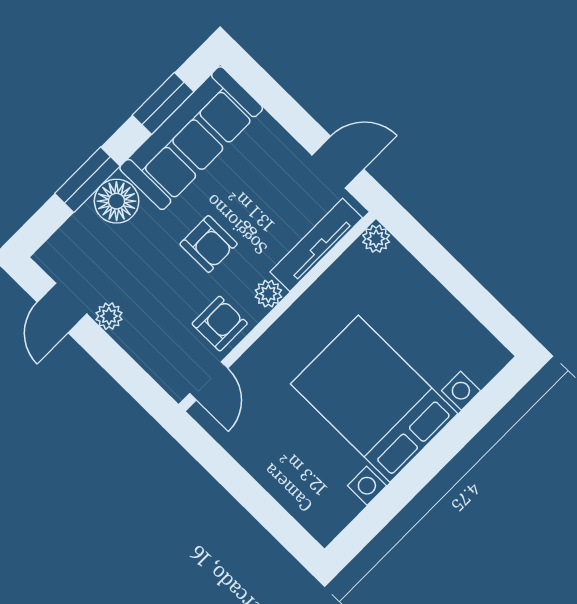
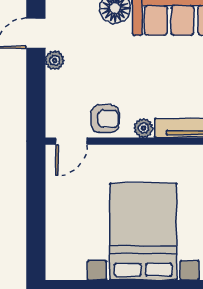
armchair: (209, 244) -> (139, 74), removed

